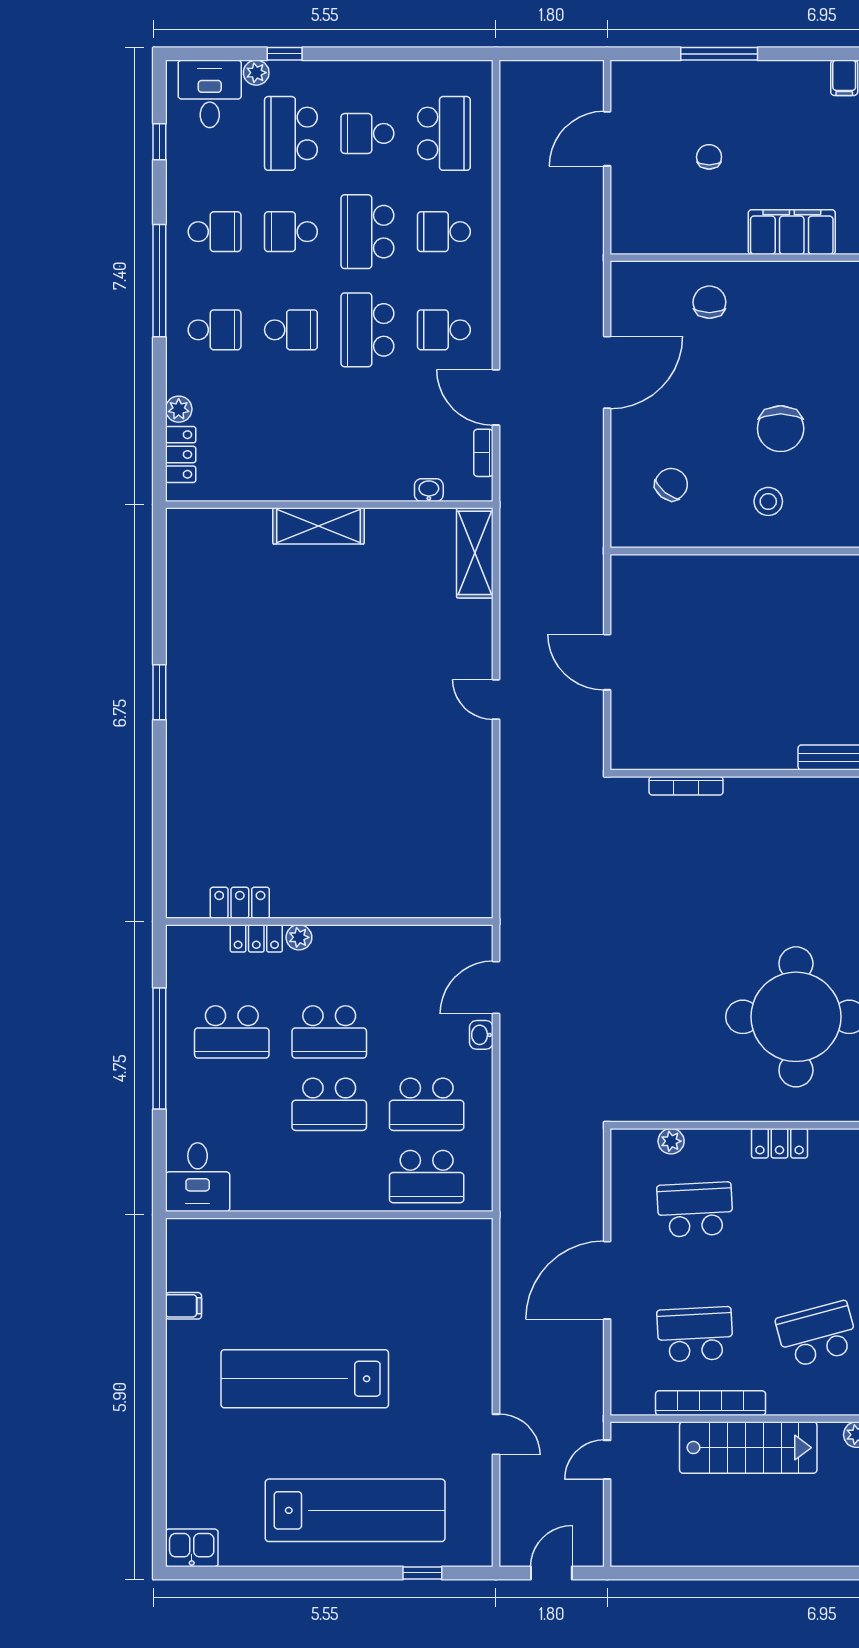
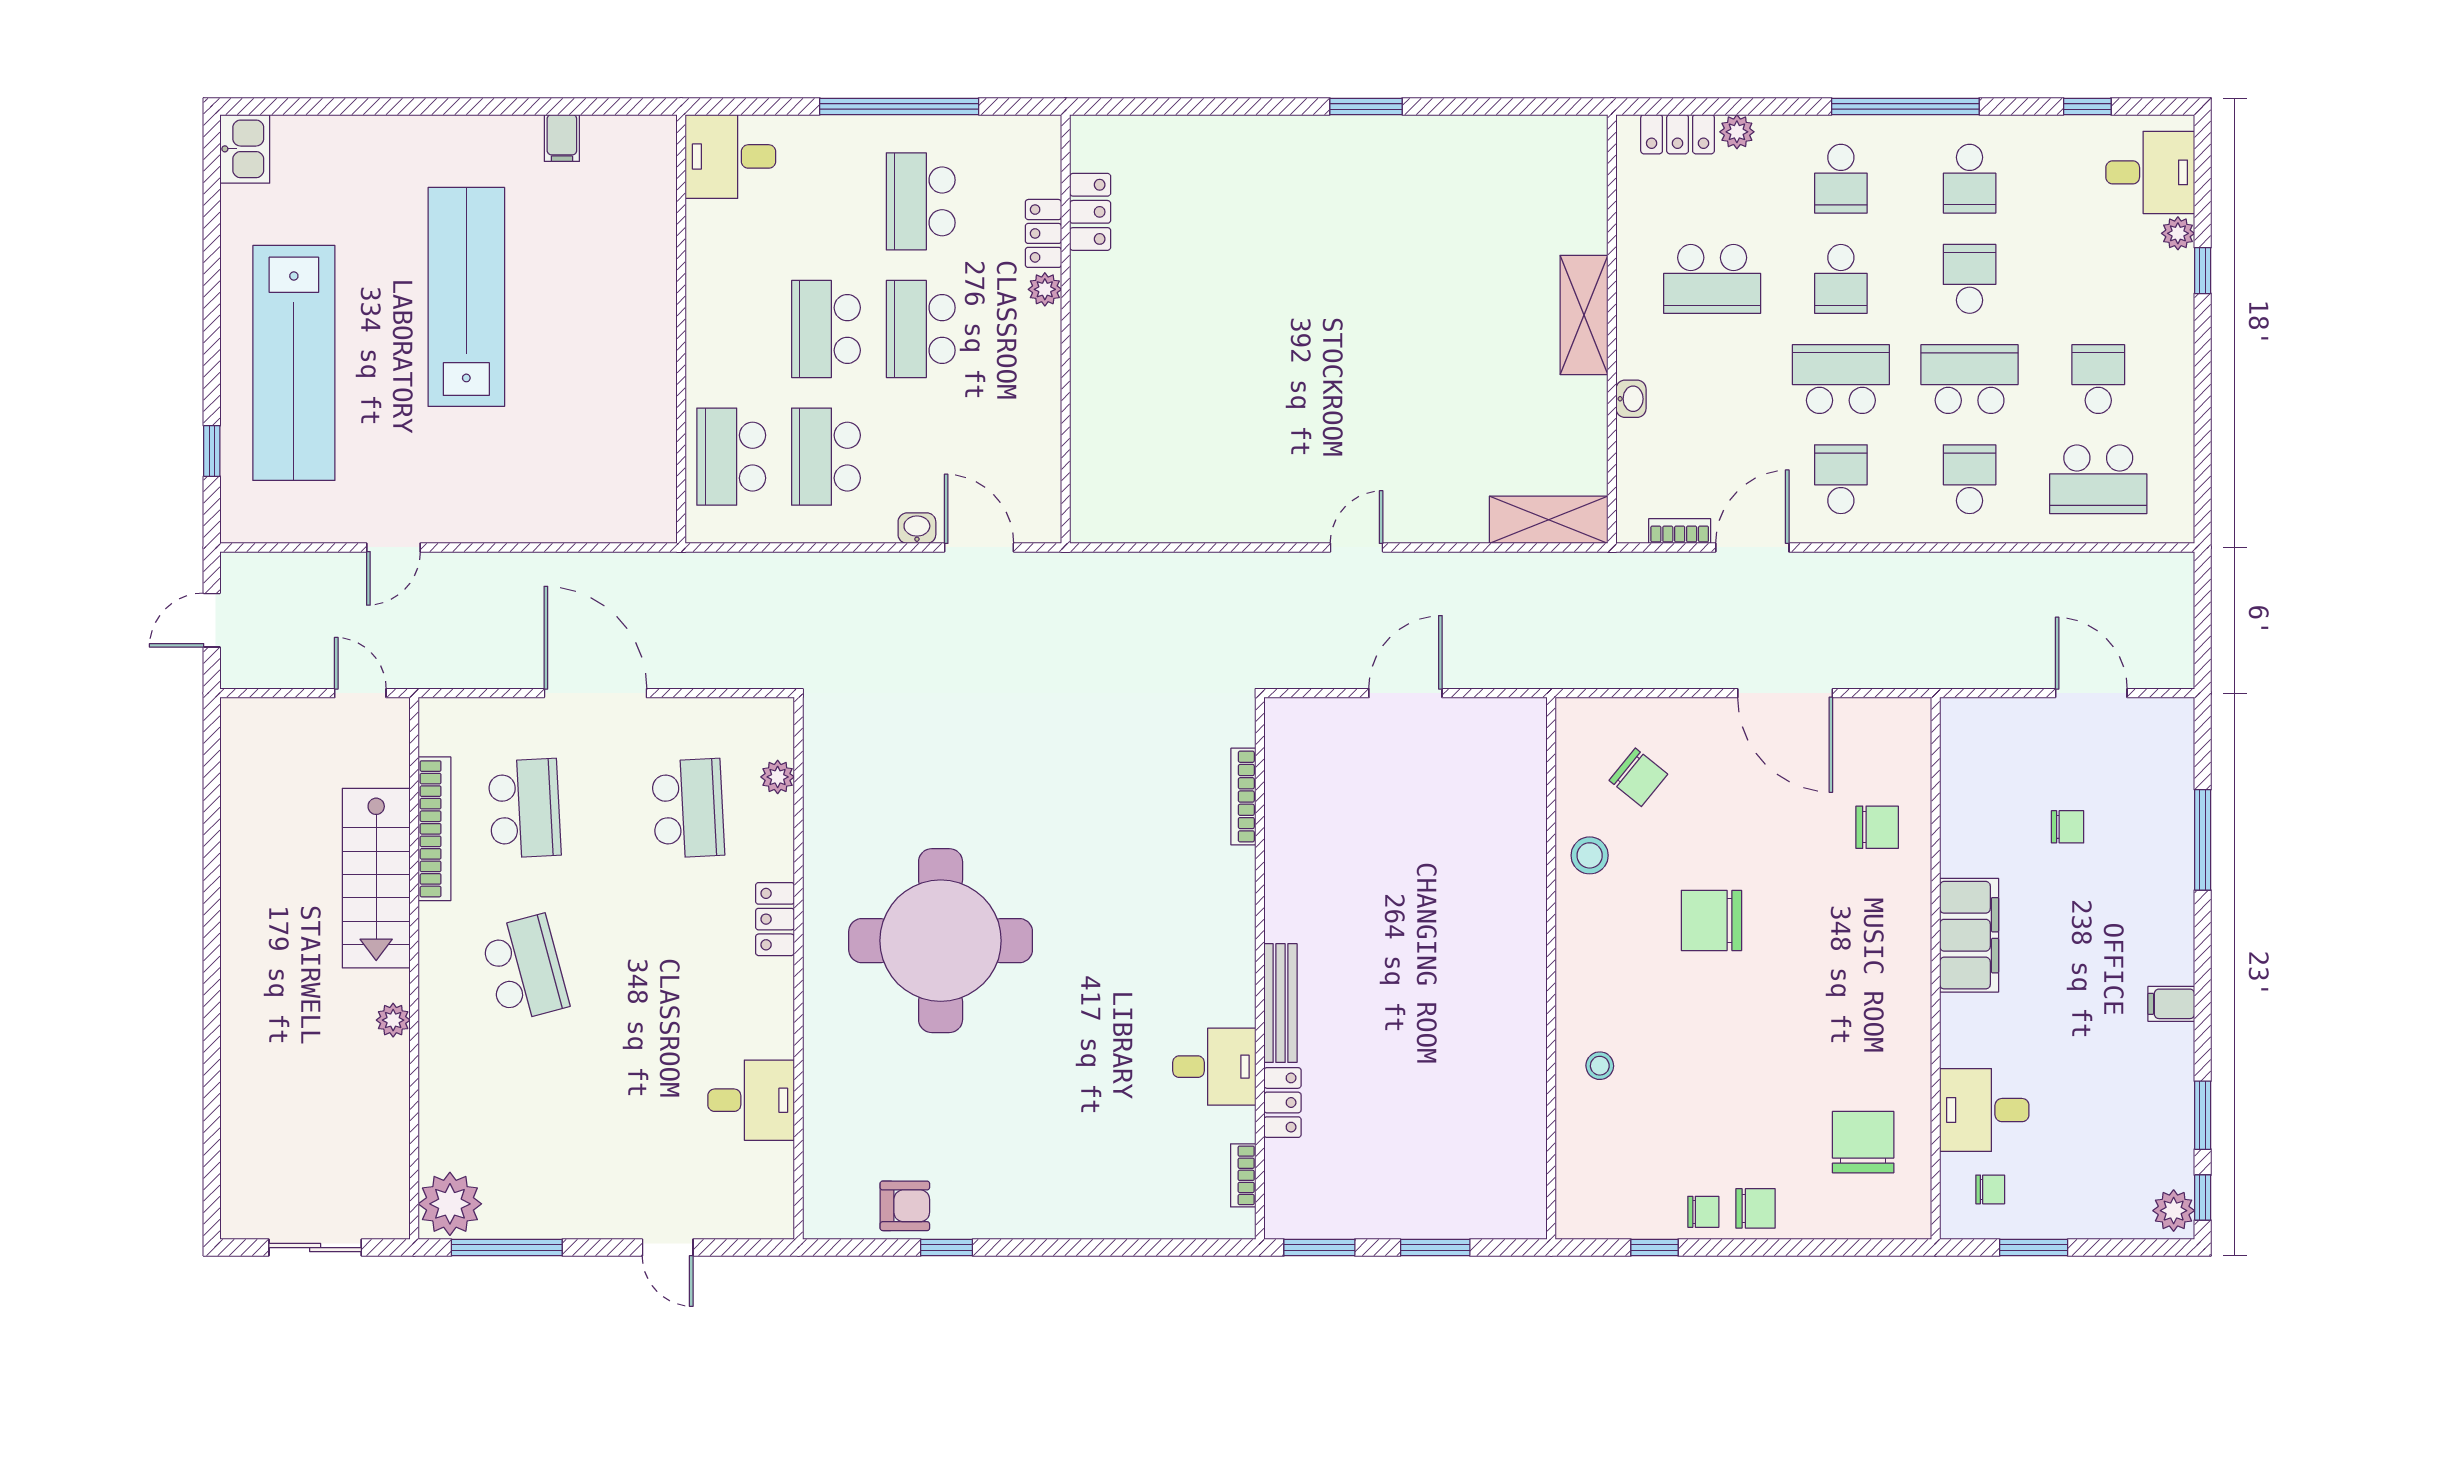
school desk: (291, 133) -> (1712, 279), moved, turned 180
washbasin: (429, 490) -> (1631, 399), moved
stool: (768, 501) -> (1590, 855), moved
door: (551, 1573) -> (212, 620), swing flipped

